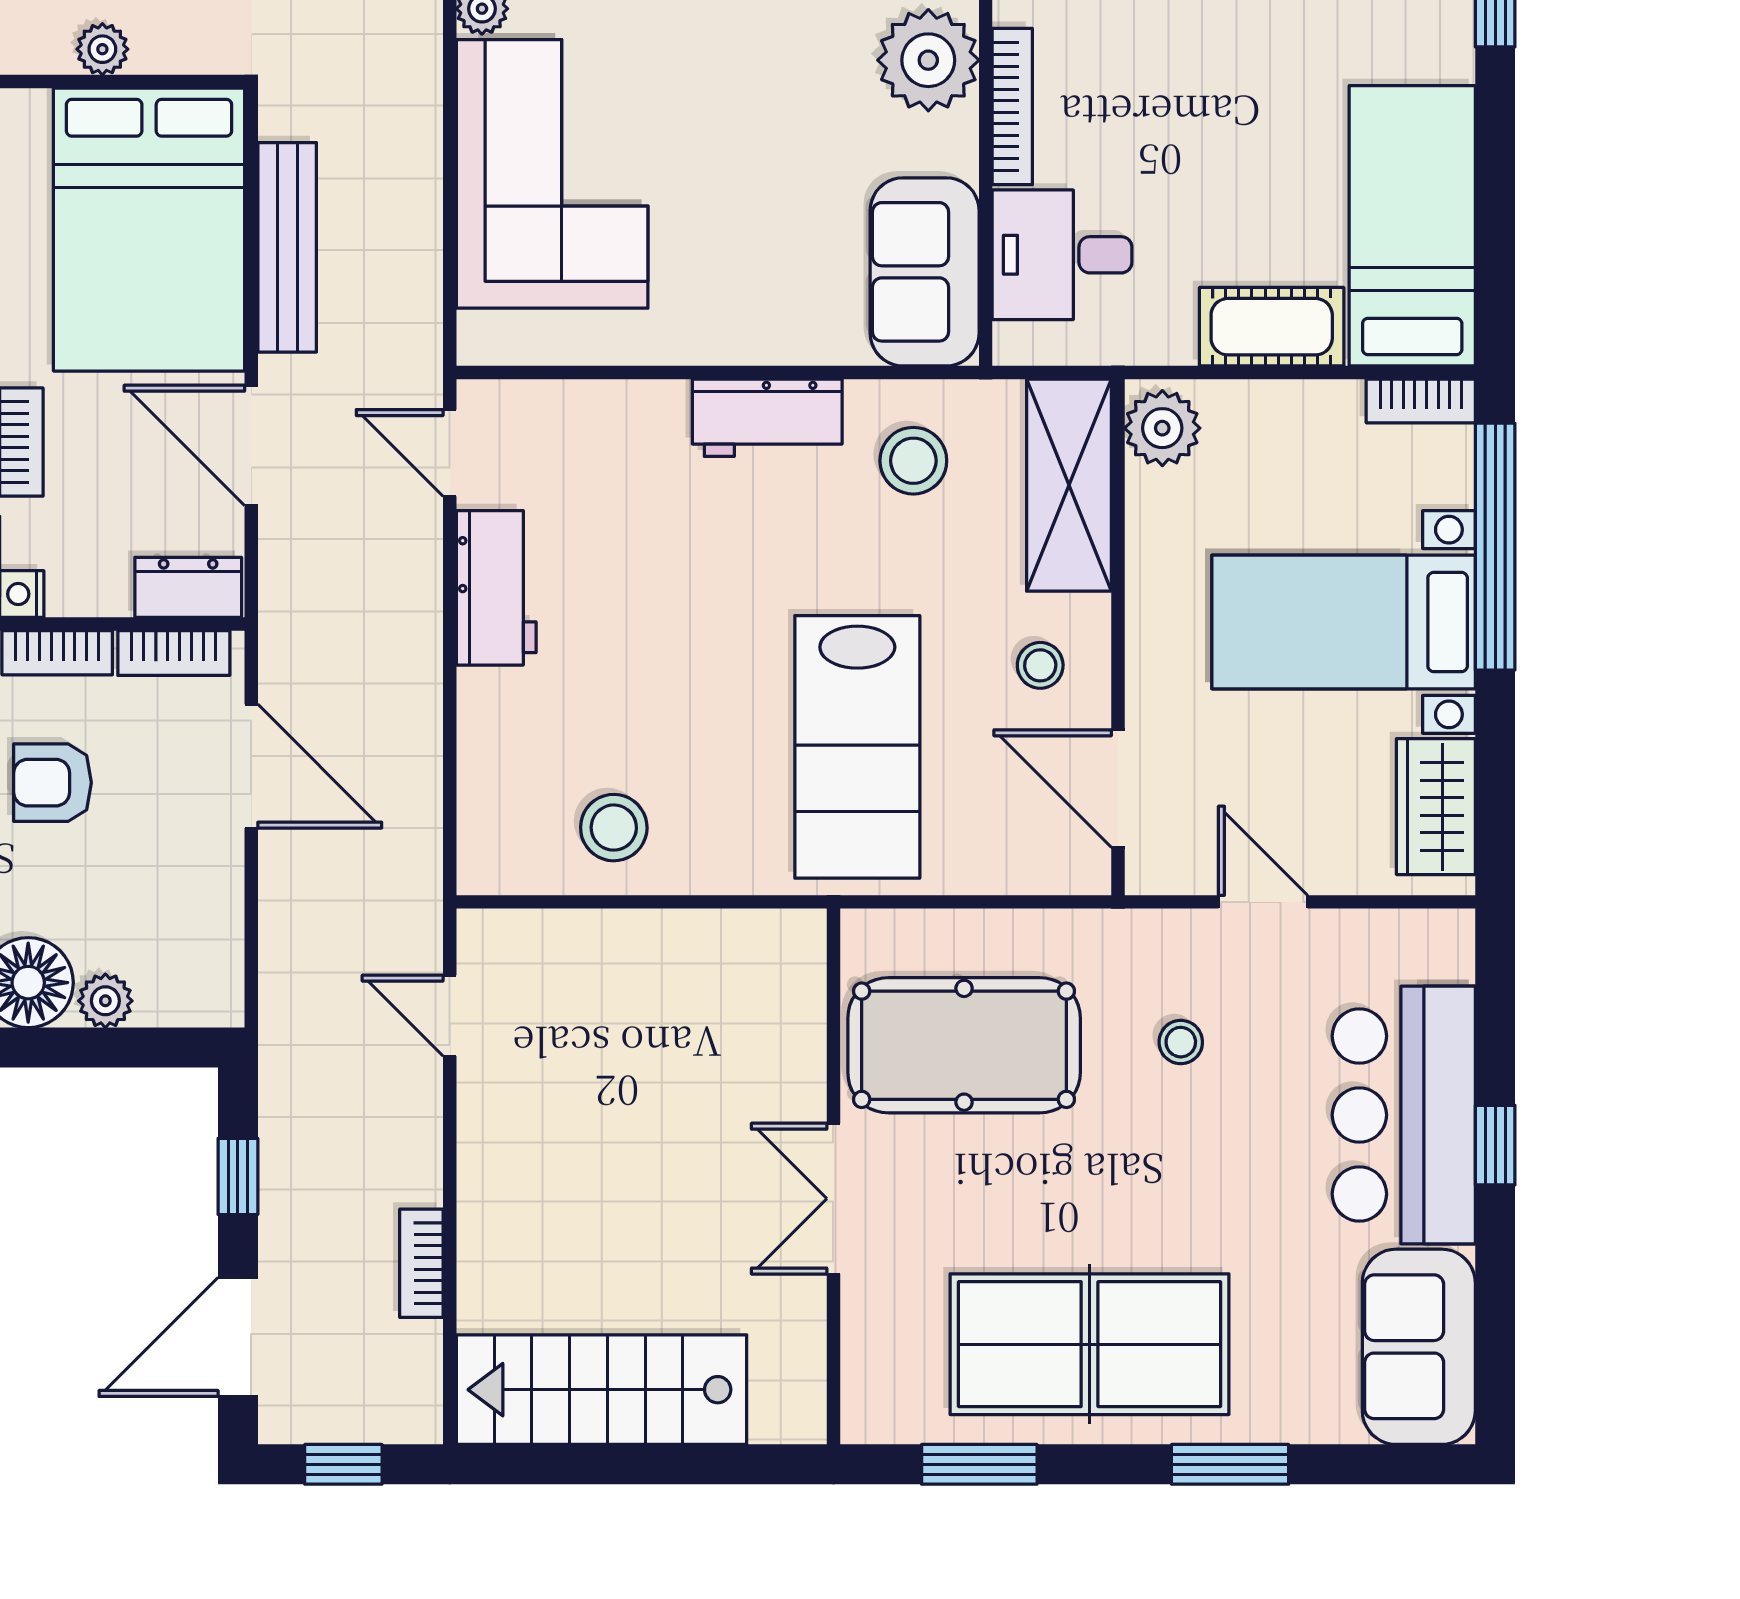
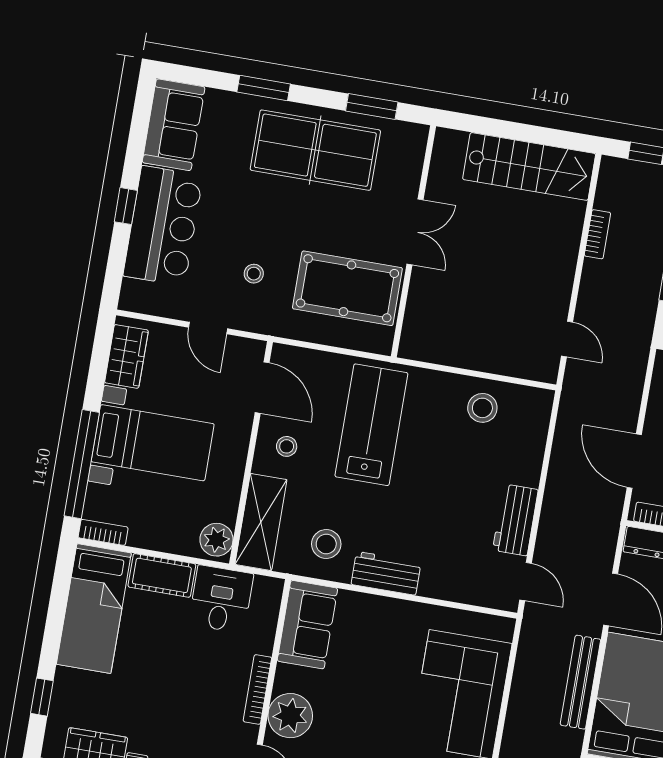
desk: (1062, 255) -> (221, 599), moved, turned -90

